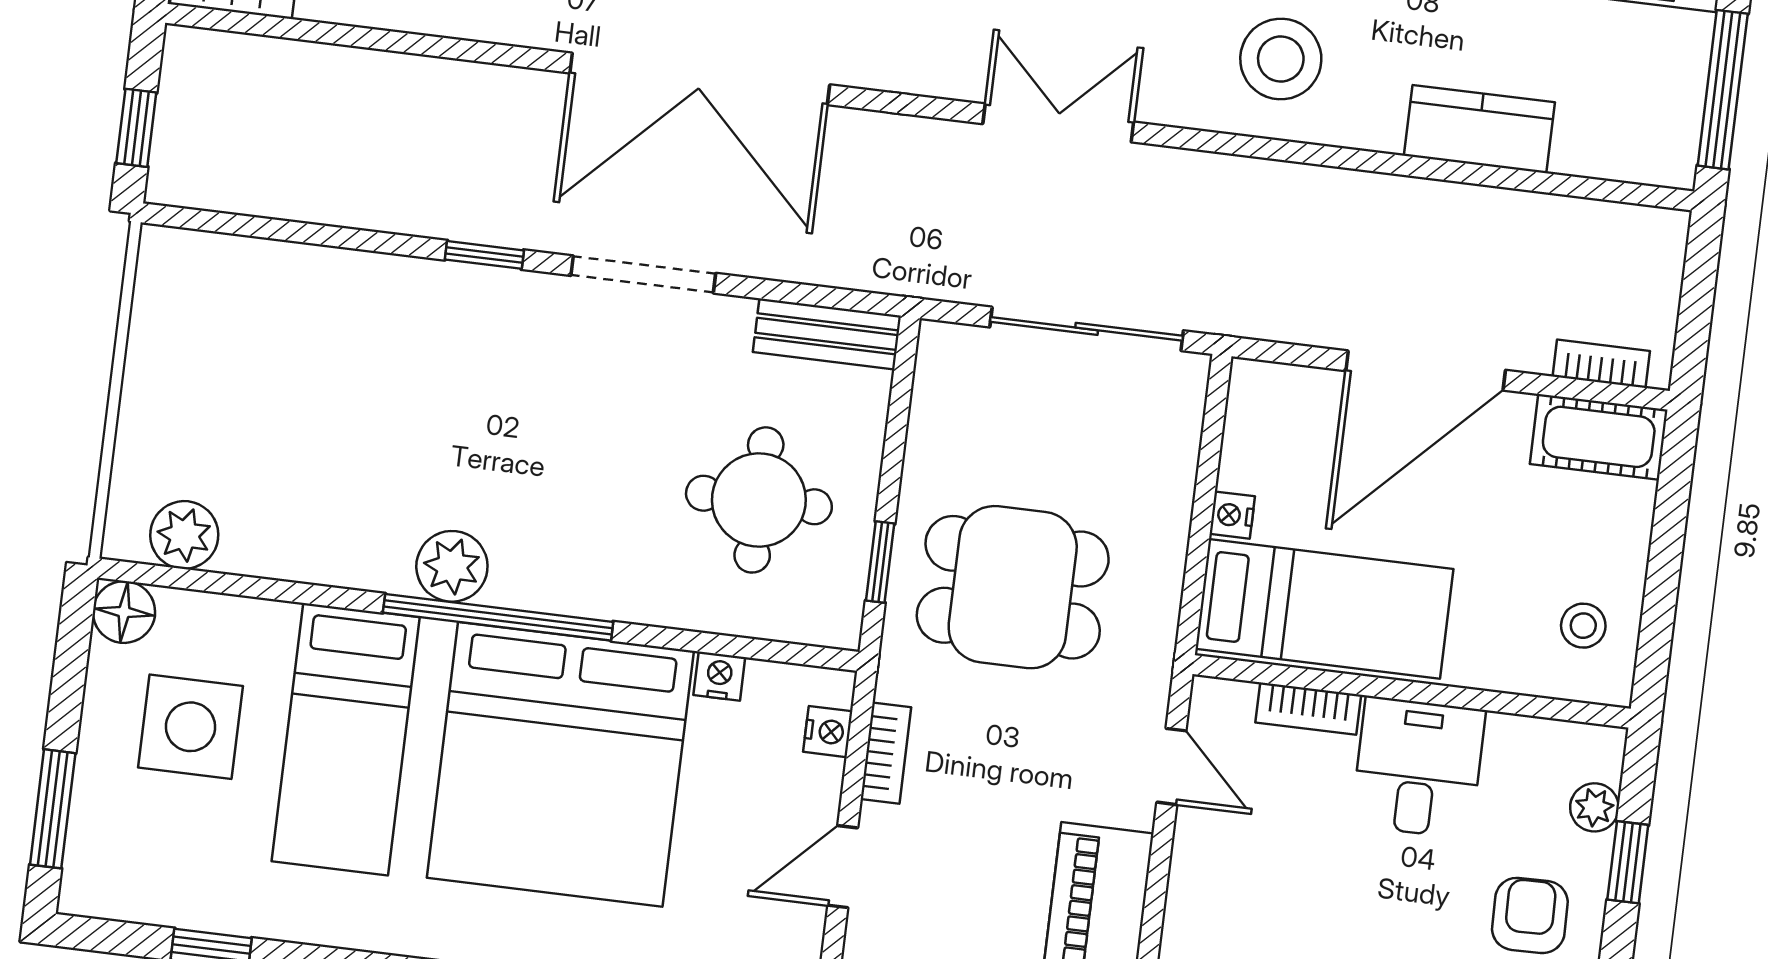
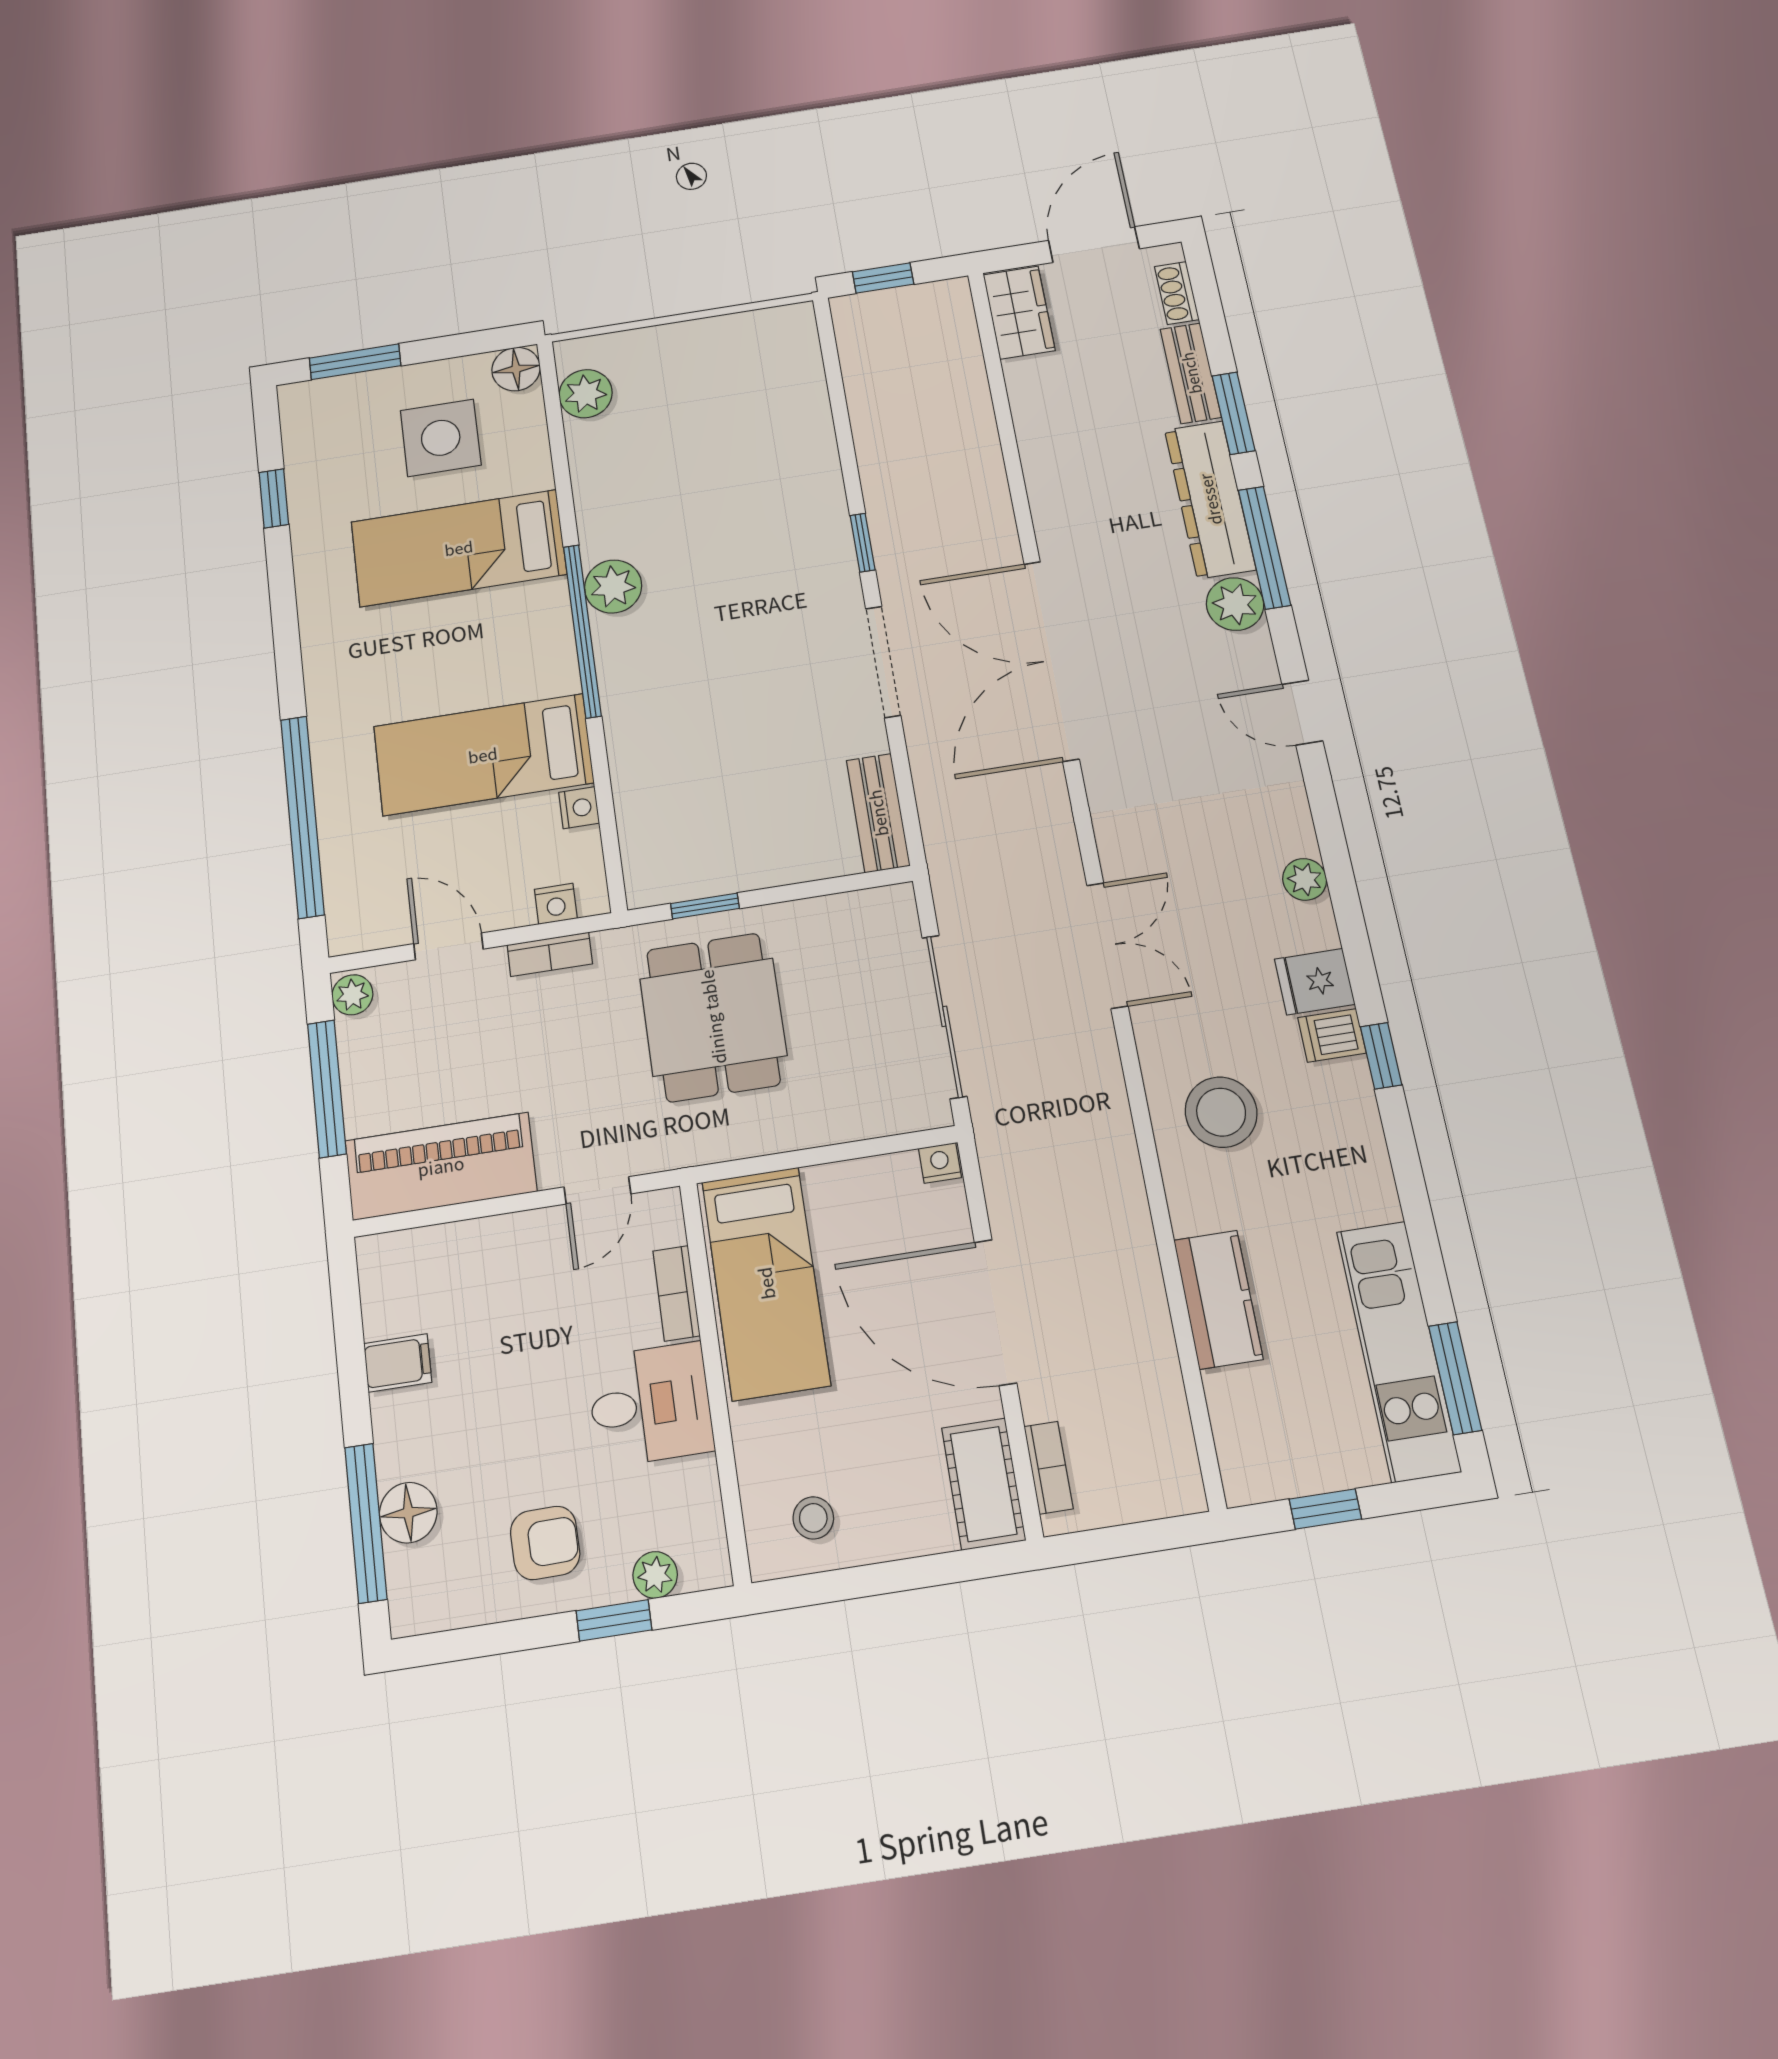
window: (1723, 90) -> (1325, 1509), width x0.46
round table: (759, 500) -> (729, 798), removed
nightstand: (1232, 515) -> (940, 1163), moved
bed: (560, 764) -> (483, 755), width x0.49

